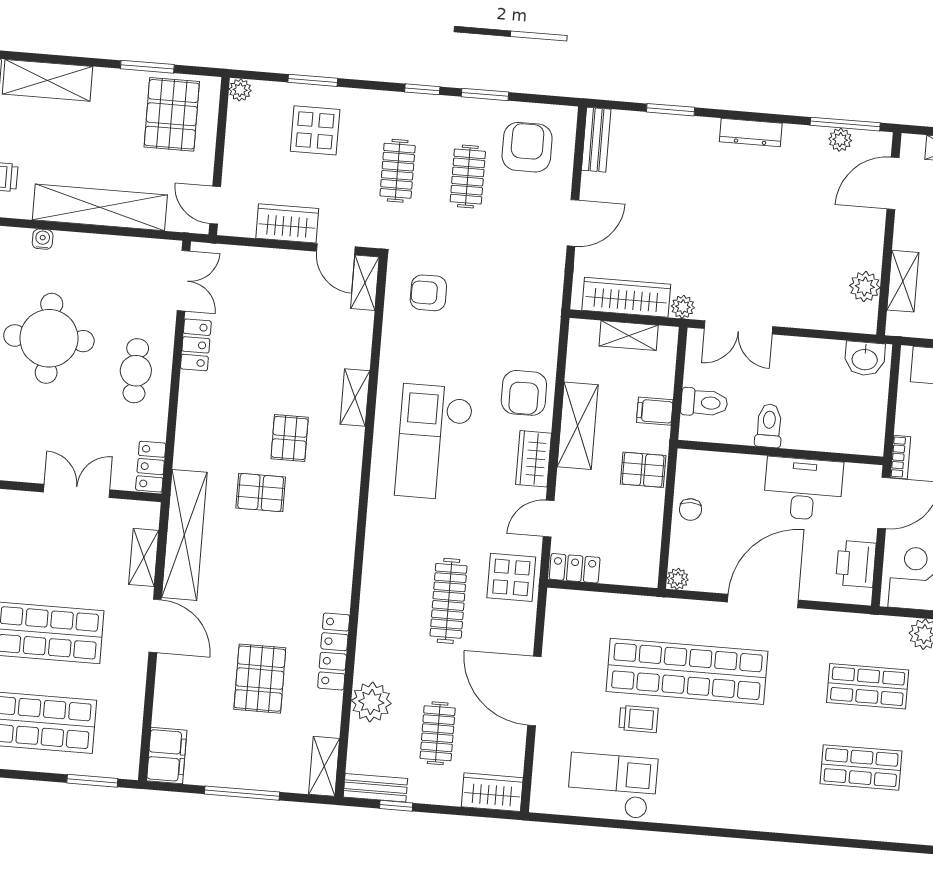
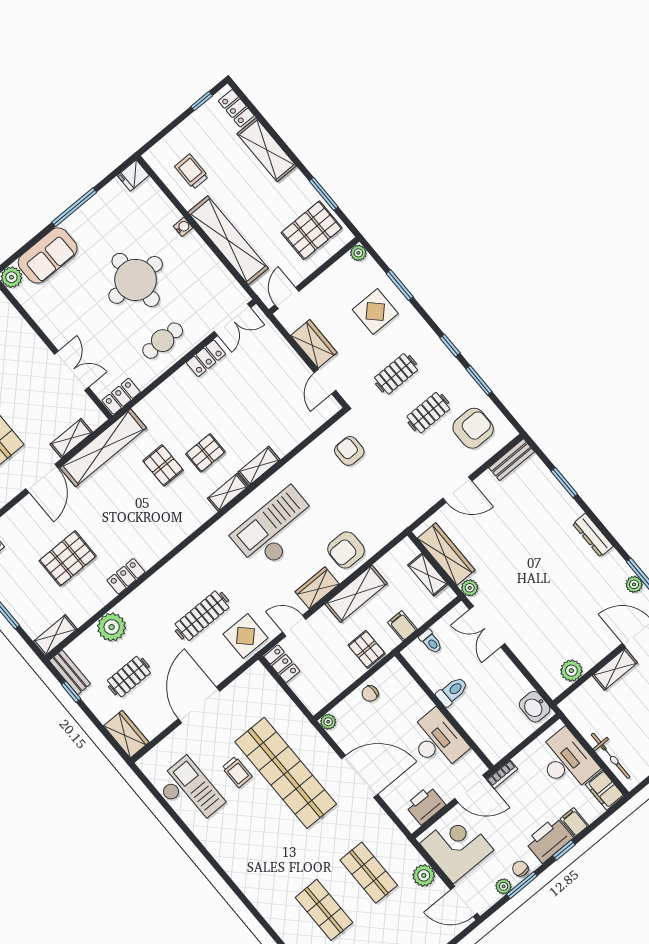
shelving: (903, 281) -> (615, 669), moved
shelving: (365, 283) -> (228, 492), moved
toilet: (704, 403) -> (431, 642), width x0.73, depth x0.72
locker: (334, 651) -> (126, 576), width x0.66

